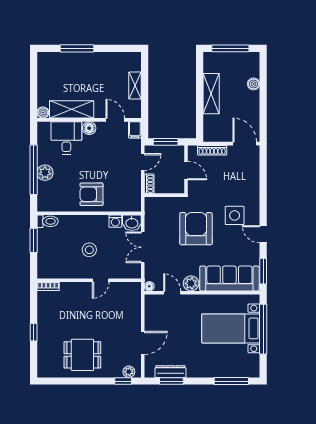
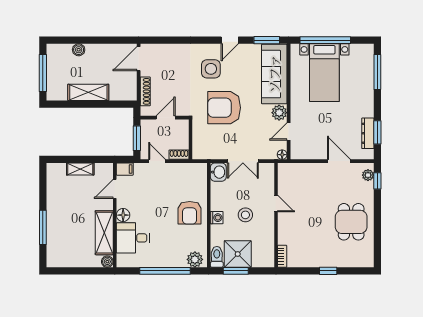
plant: (45, 173) -> (195, 259), moved
washing machine: (115, 221) -> (217, 218), moved
shower: (50, 242) -> (238, 254), added

